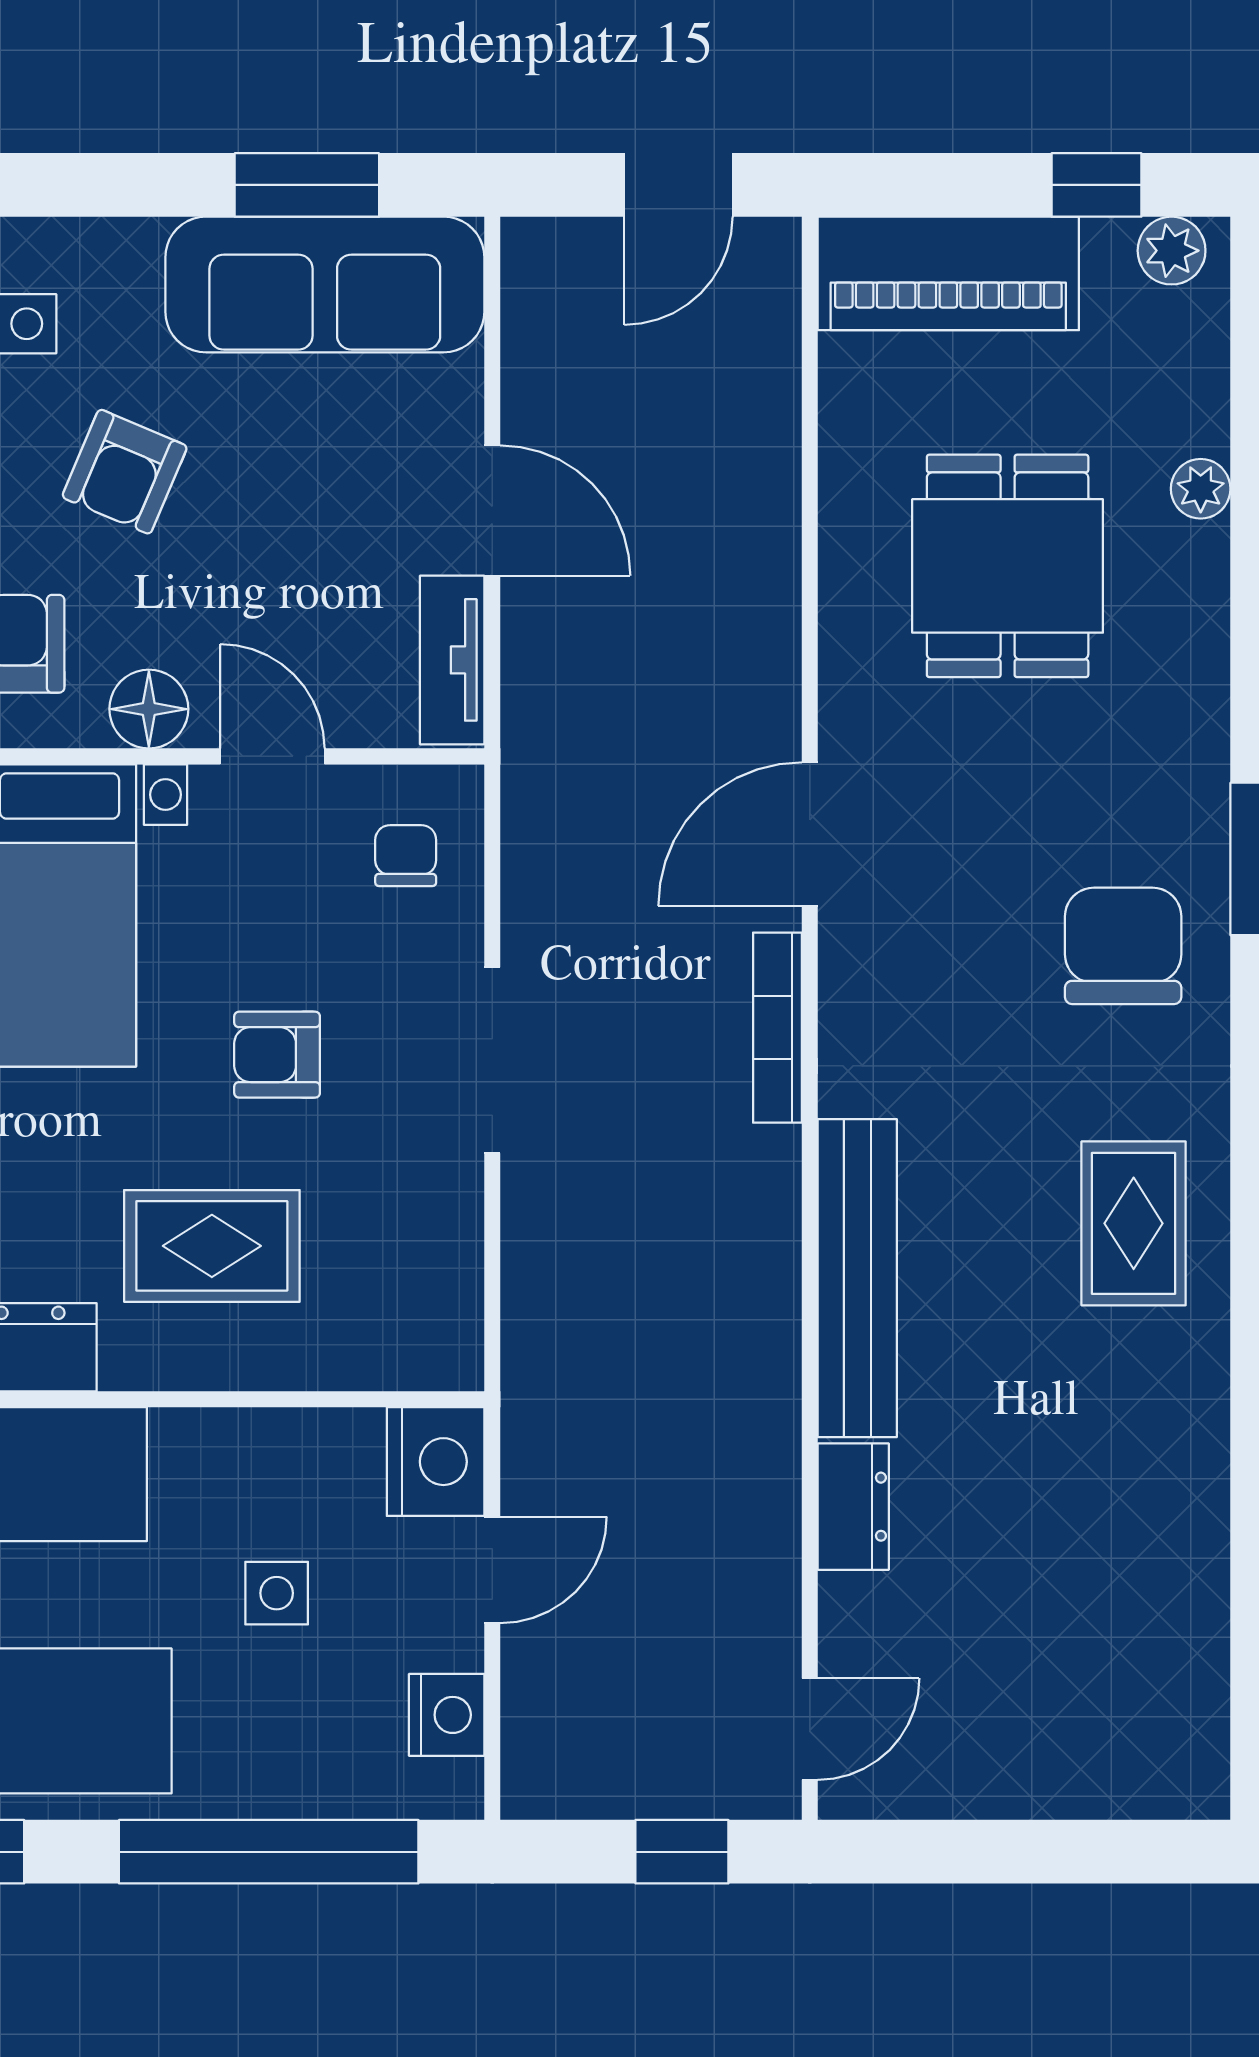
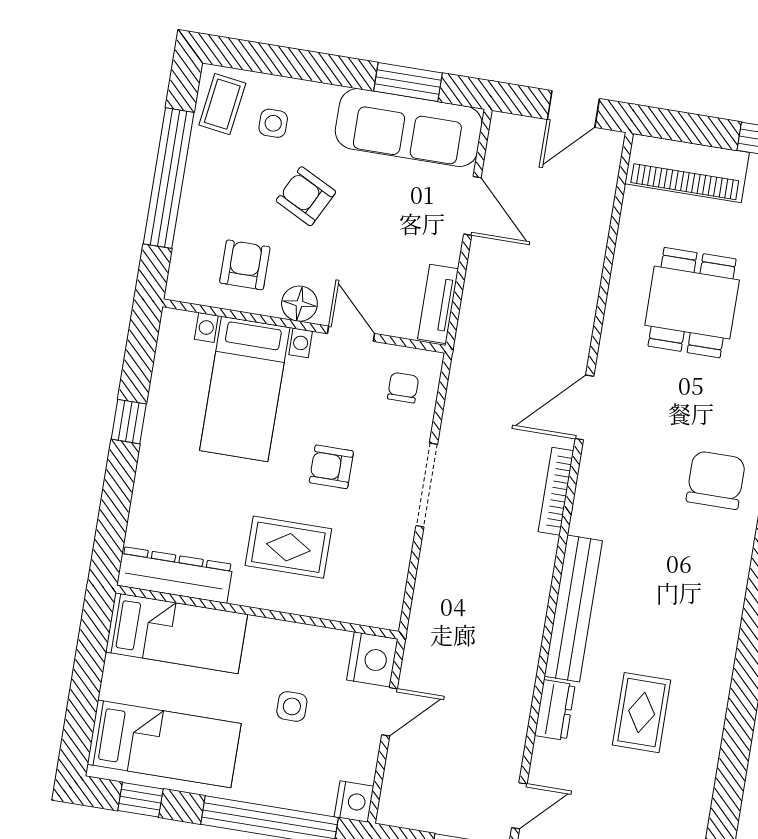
armchair: (125, 472) -> (306, 196), turned 94
door: (492, 511) -> (472, 206), moved
rug: (1134, 1223) -> (642, 713), moved
nightstand: (447, 1715) -> (354, 802), moved

